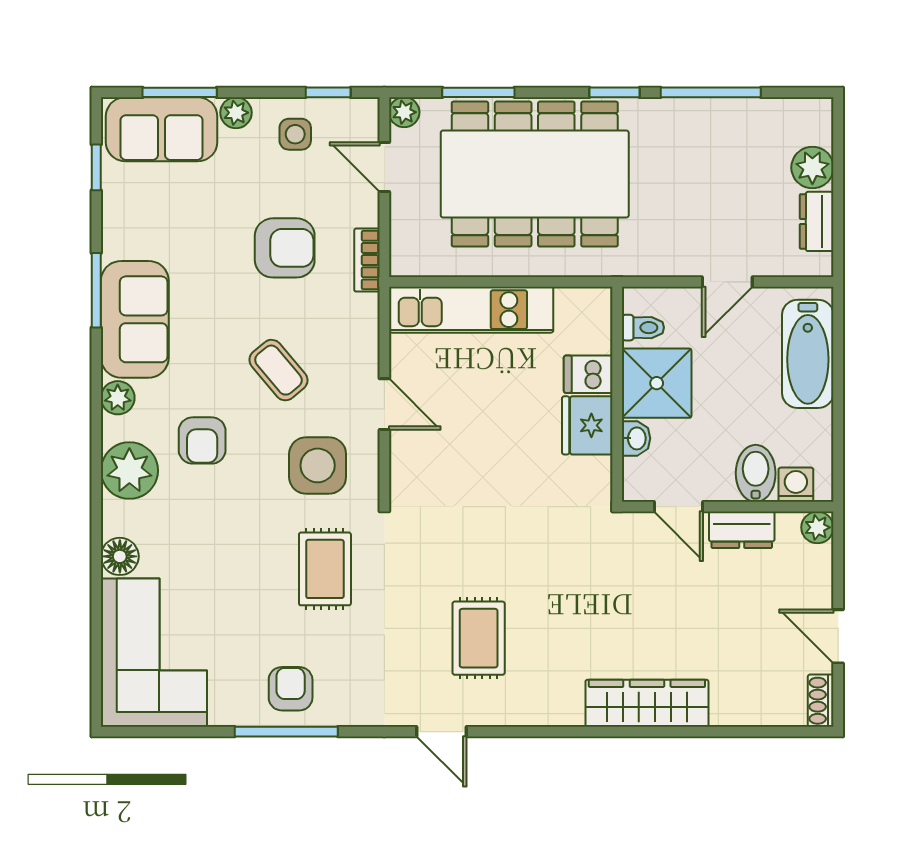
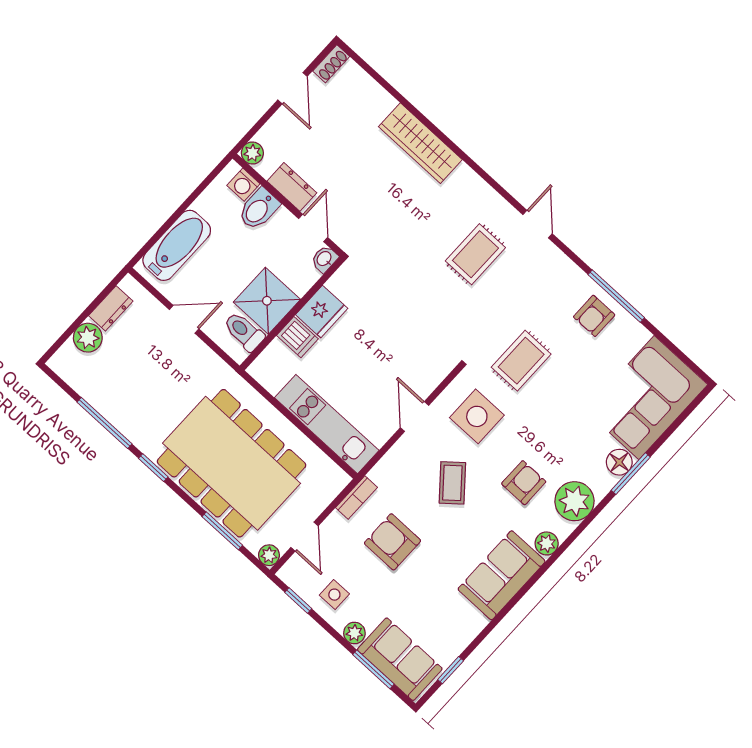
window: (96, 290) -> (631, 474), moved
toilet: (643, 328) -> (244, 331), width x1.37, depth x1.39
washbasin: (636, 438) -> (324, 259), moved

